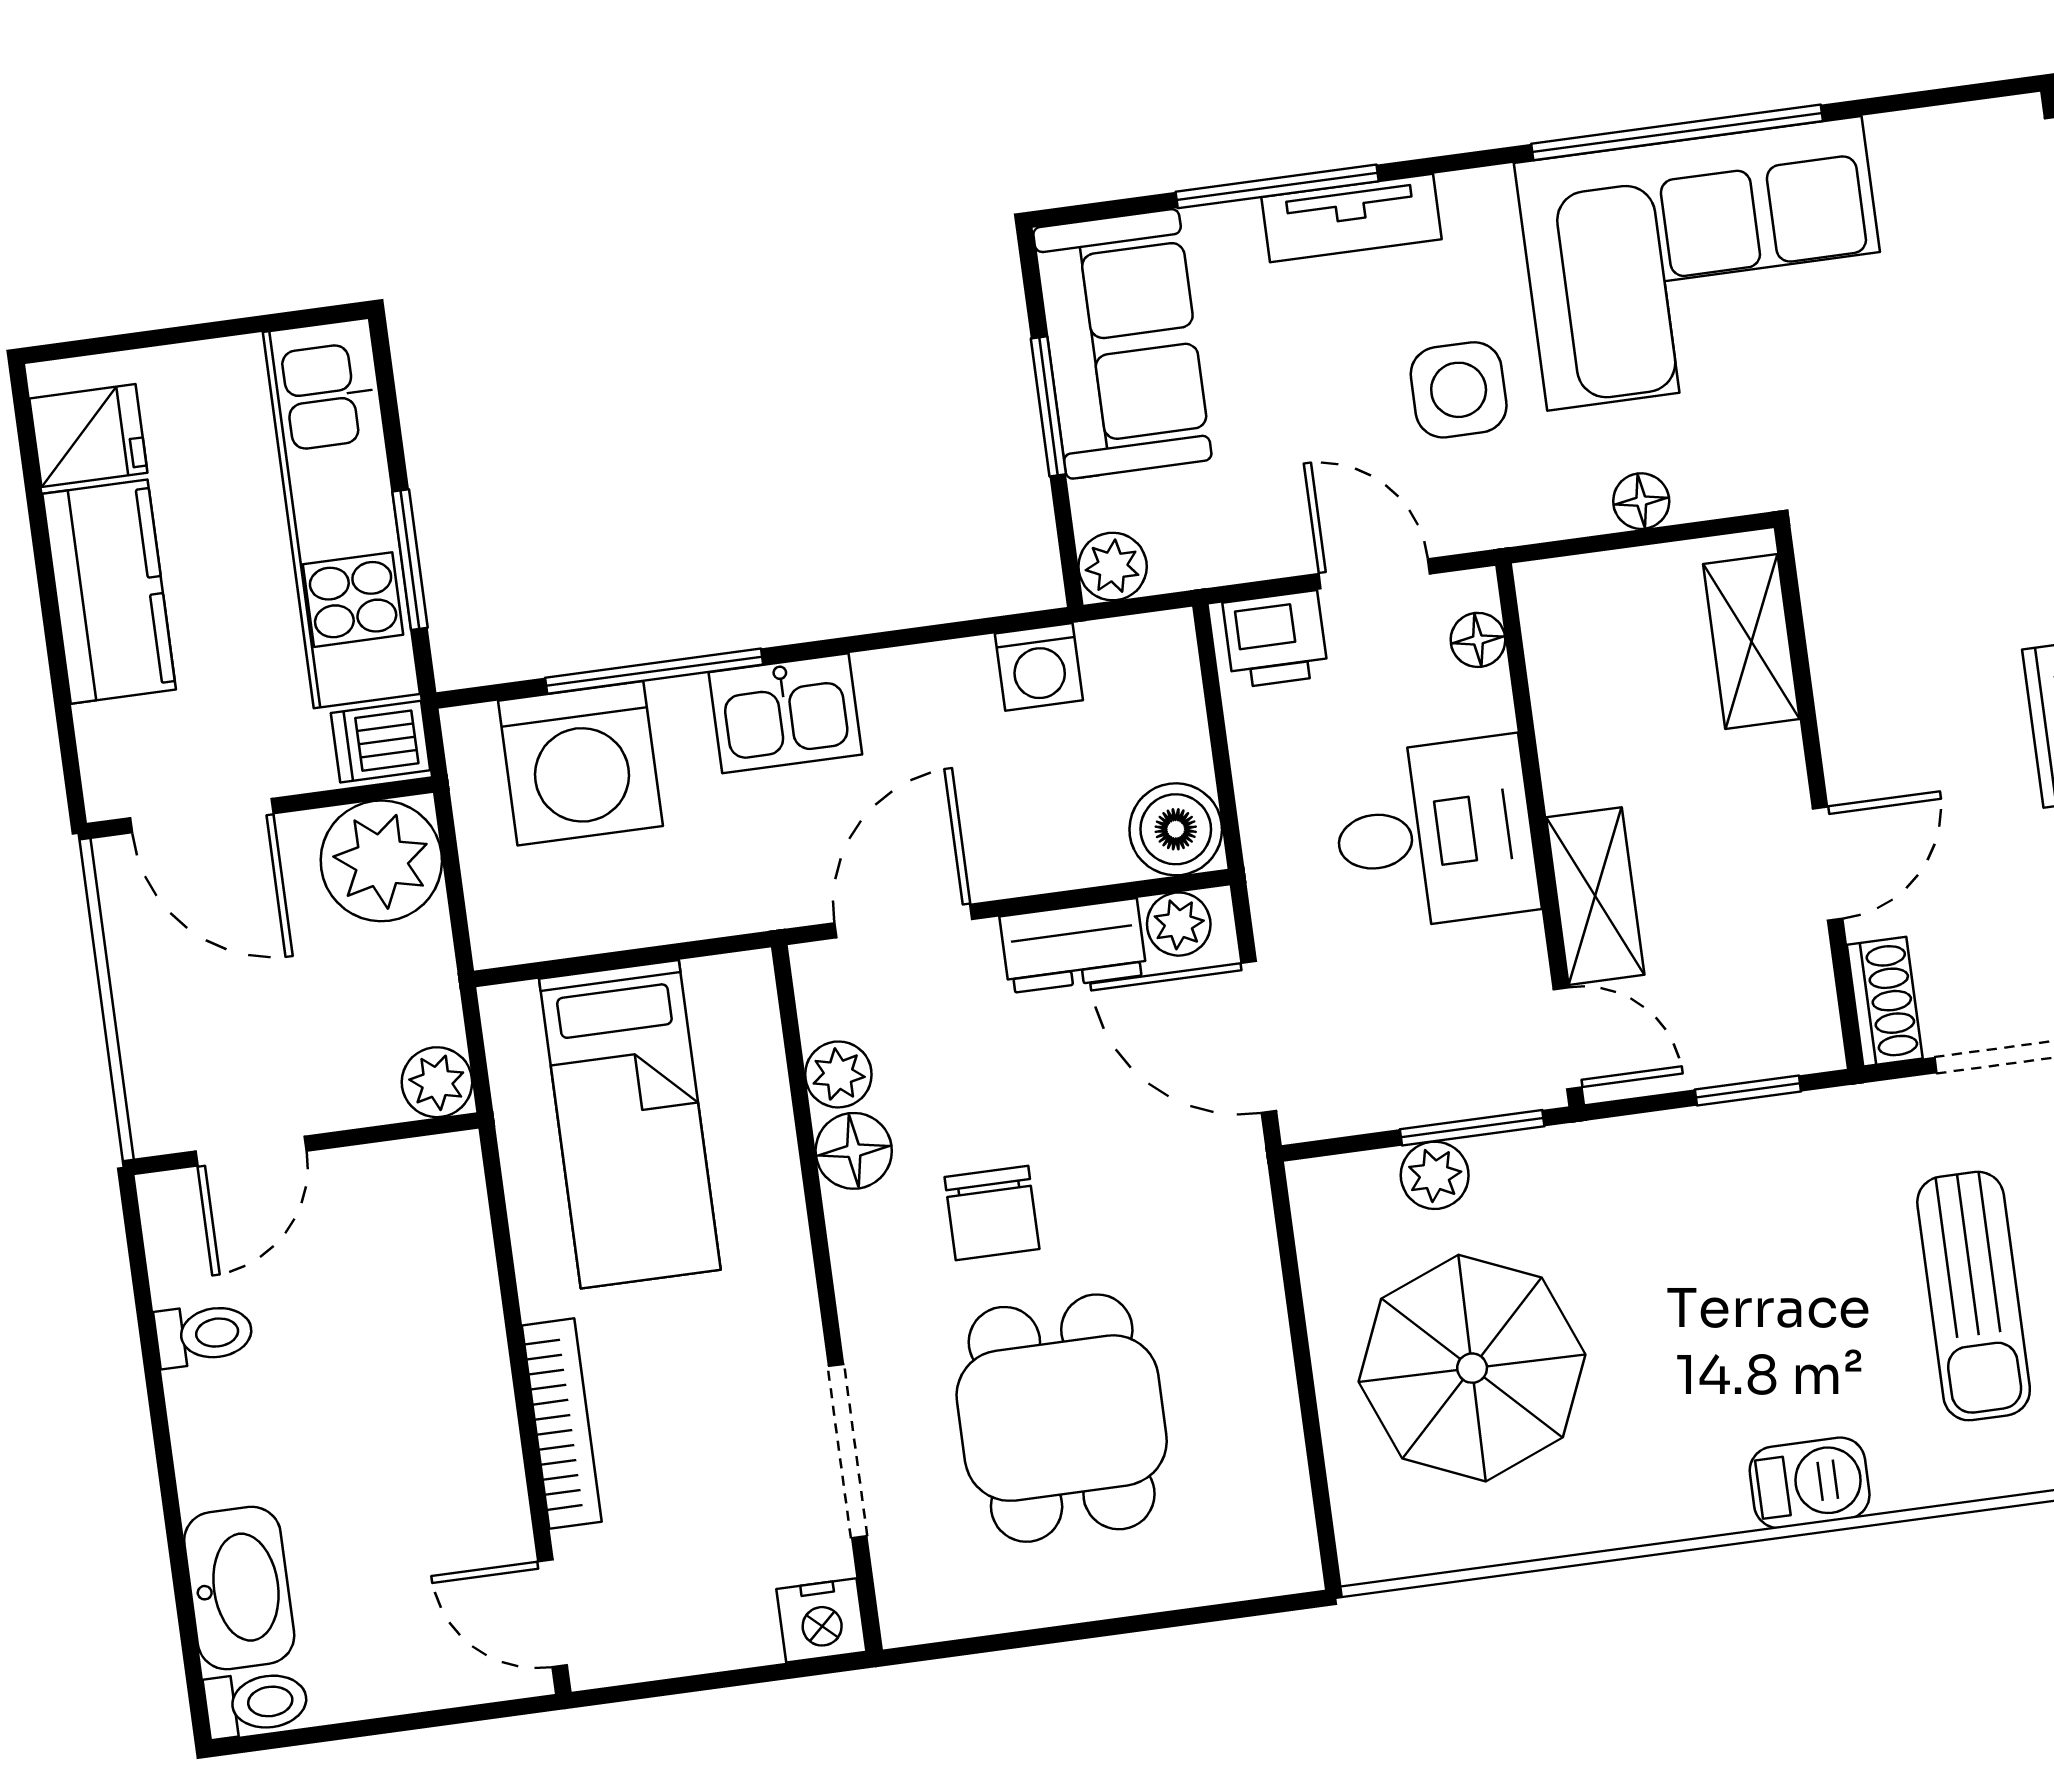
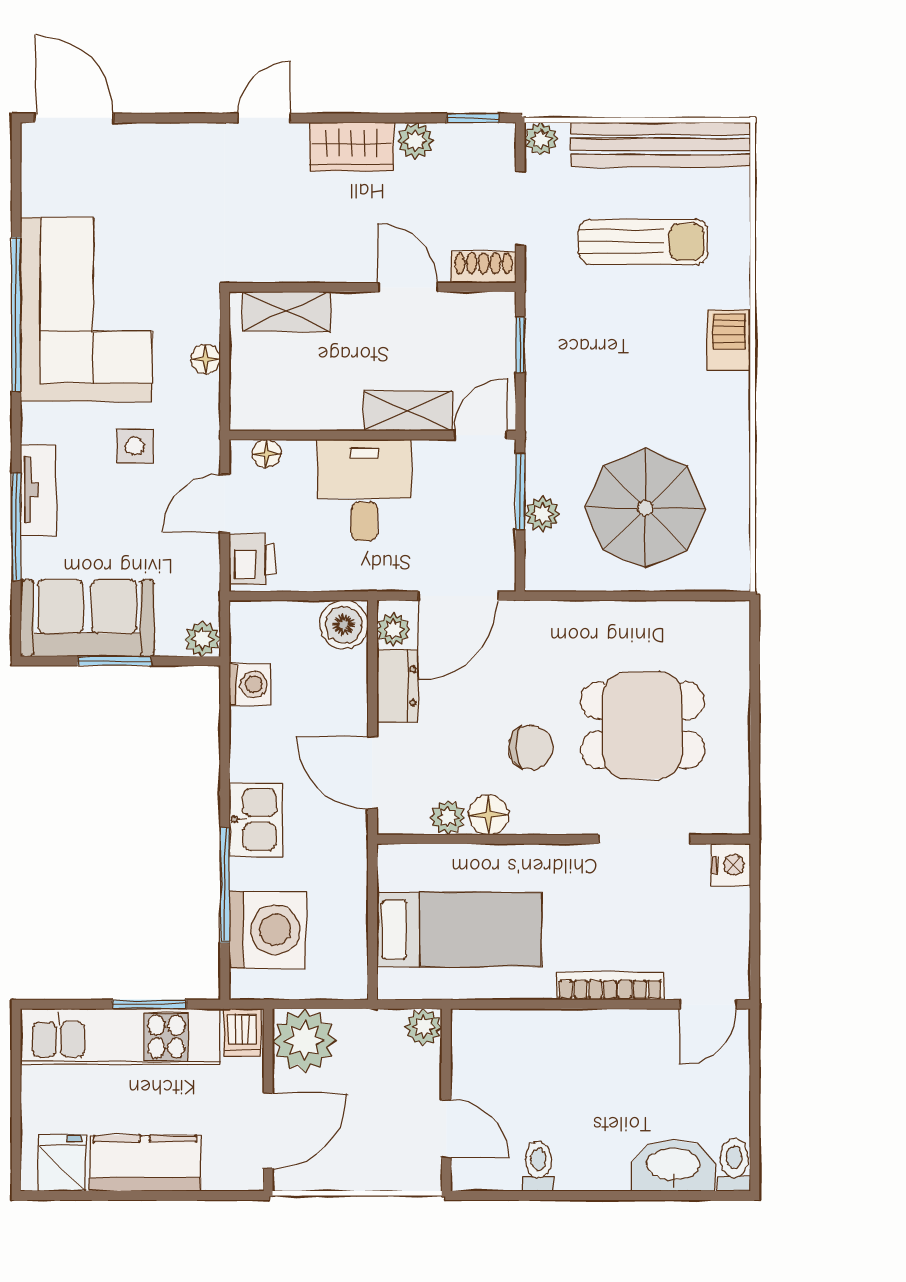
side table: (1459, 390) -> (135, 446), width x0.73, depth x0.73

